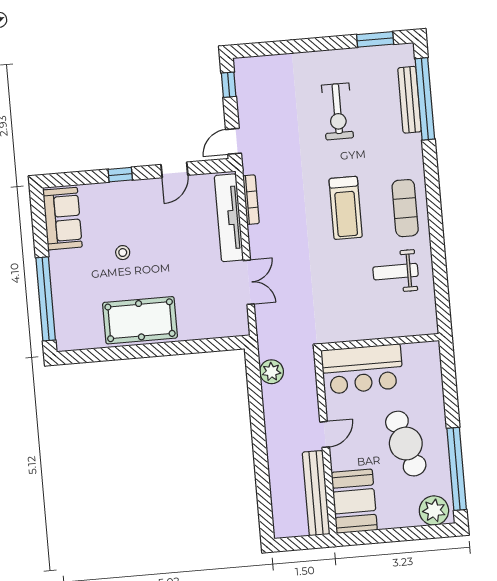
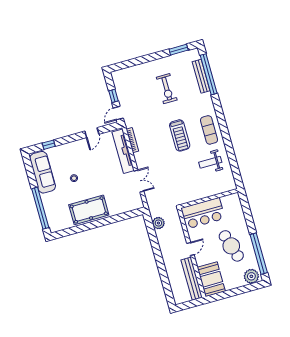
window: (229, 85) -> (113, 96), moved
window: (120, 175) -> (49, 145), moved
sofa: (62, 219) -> (43, 172), width x1.36

